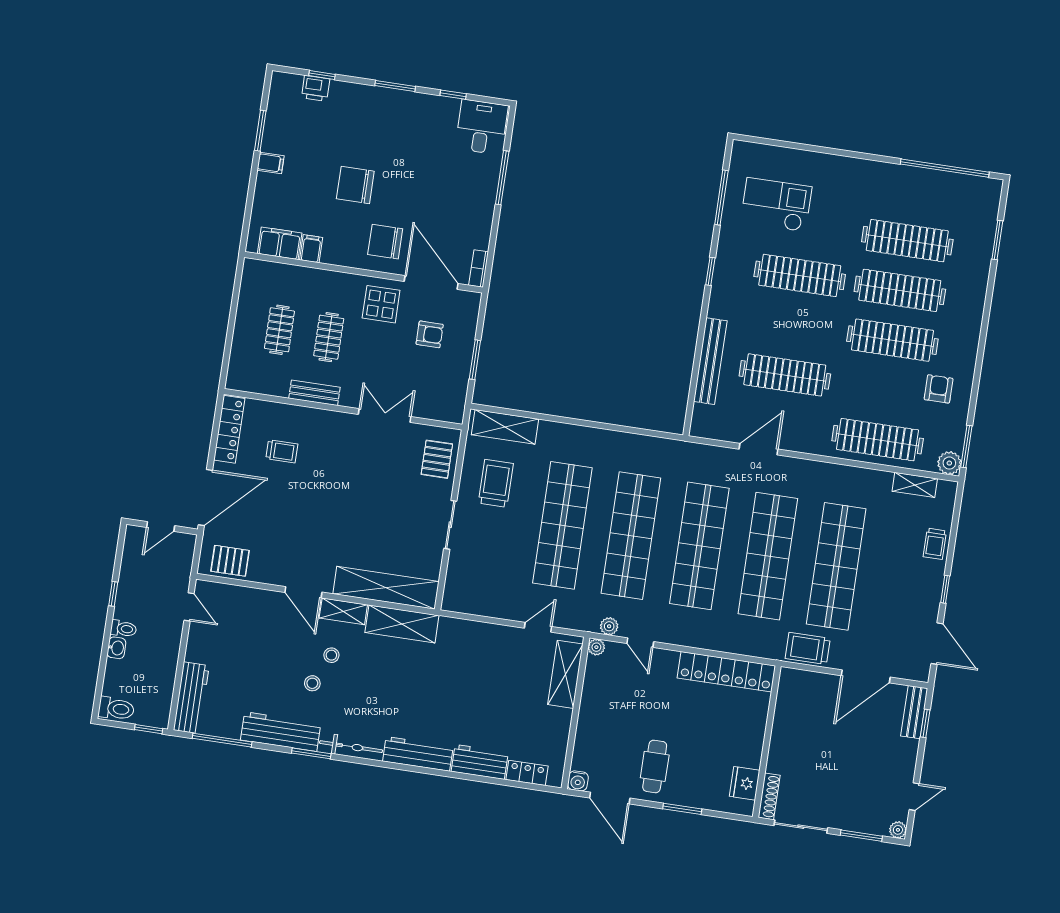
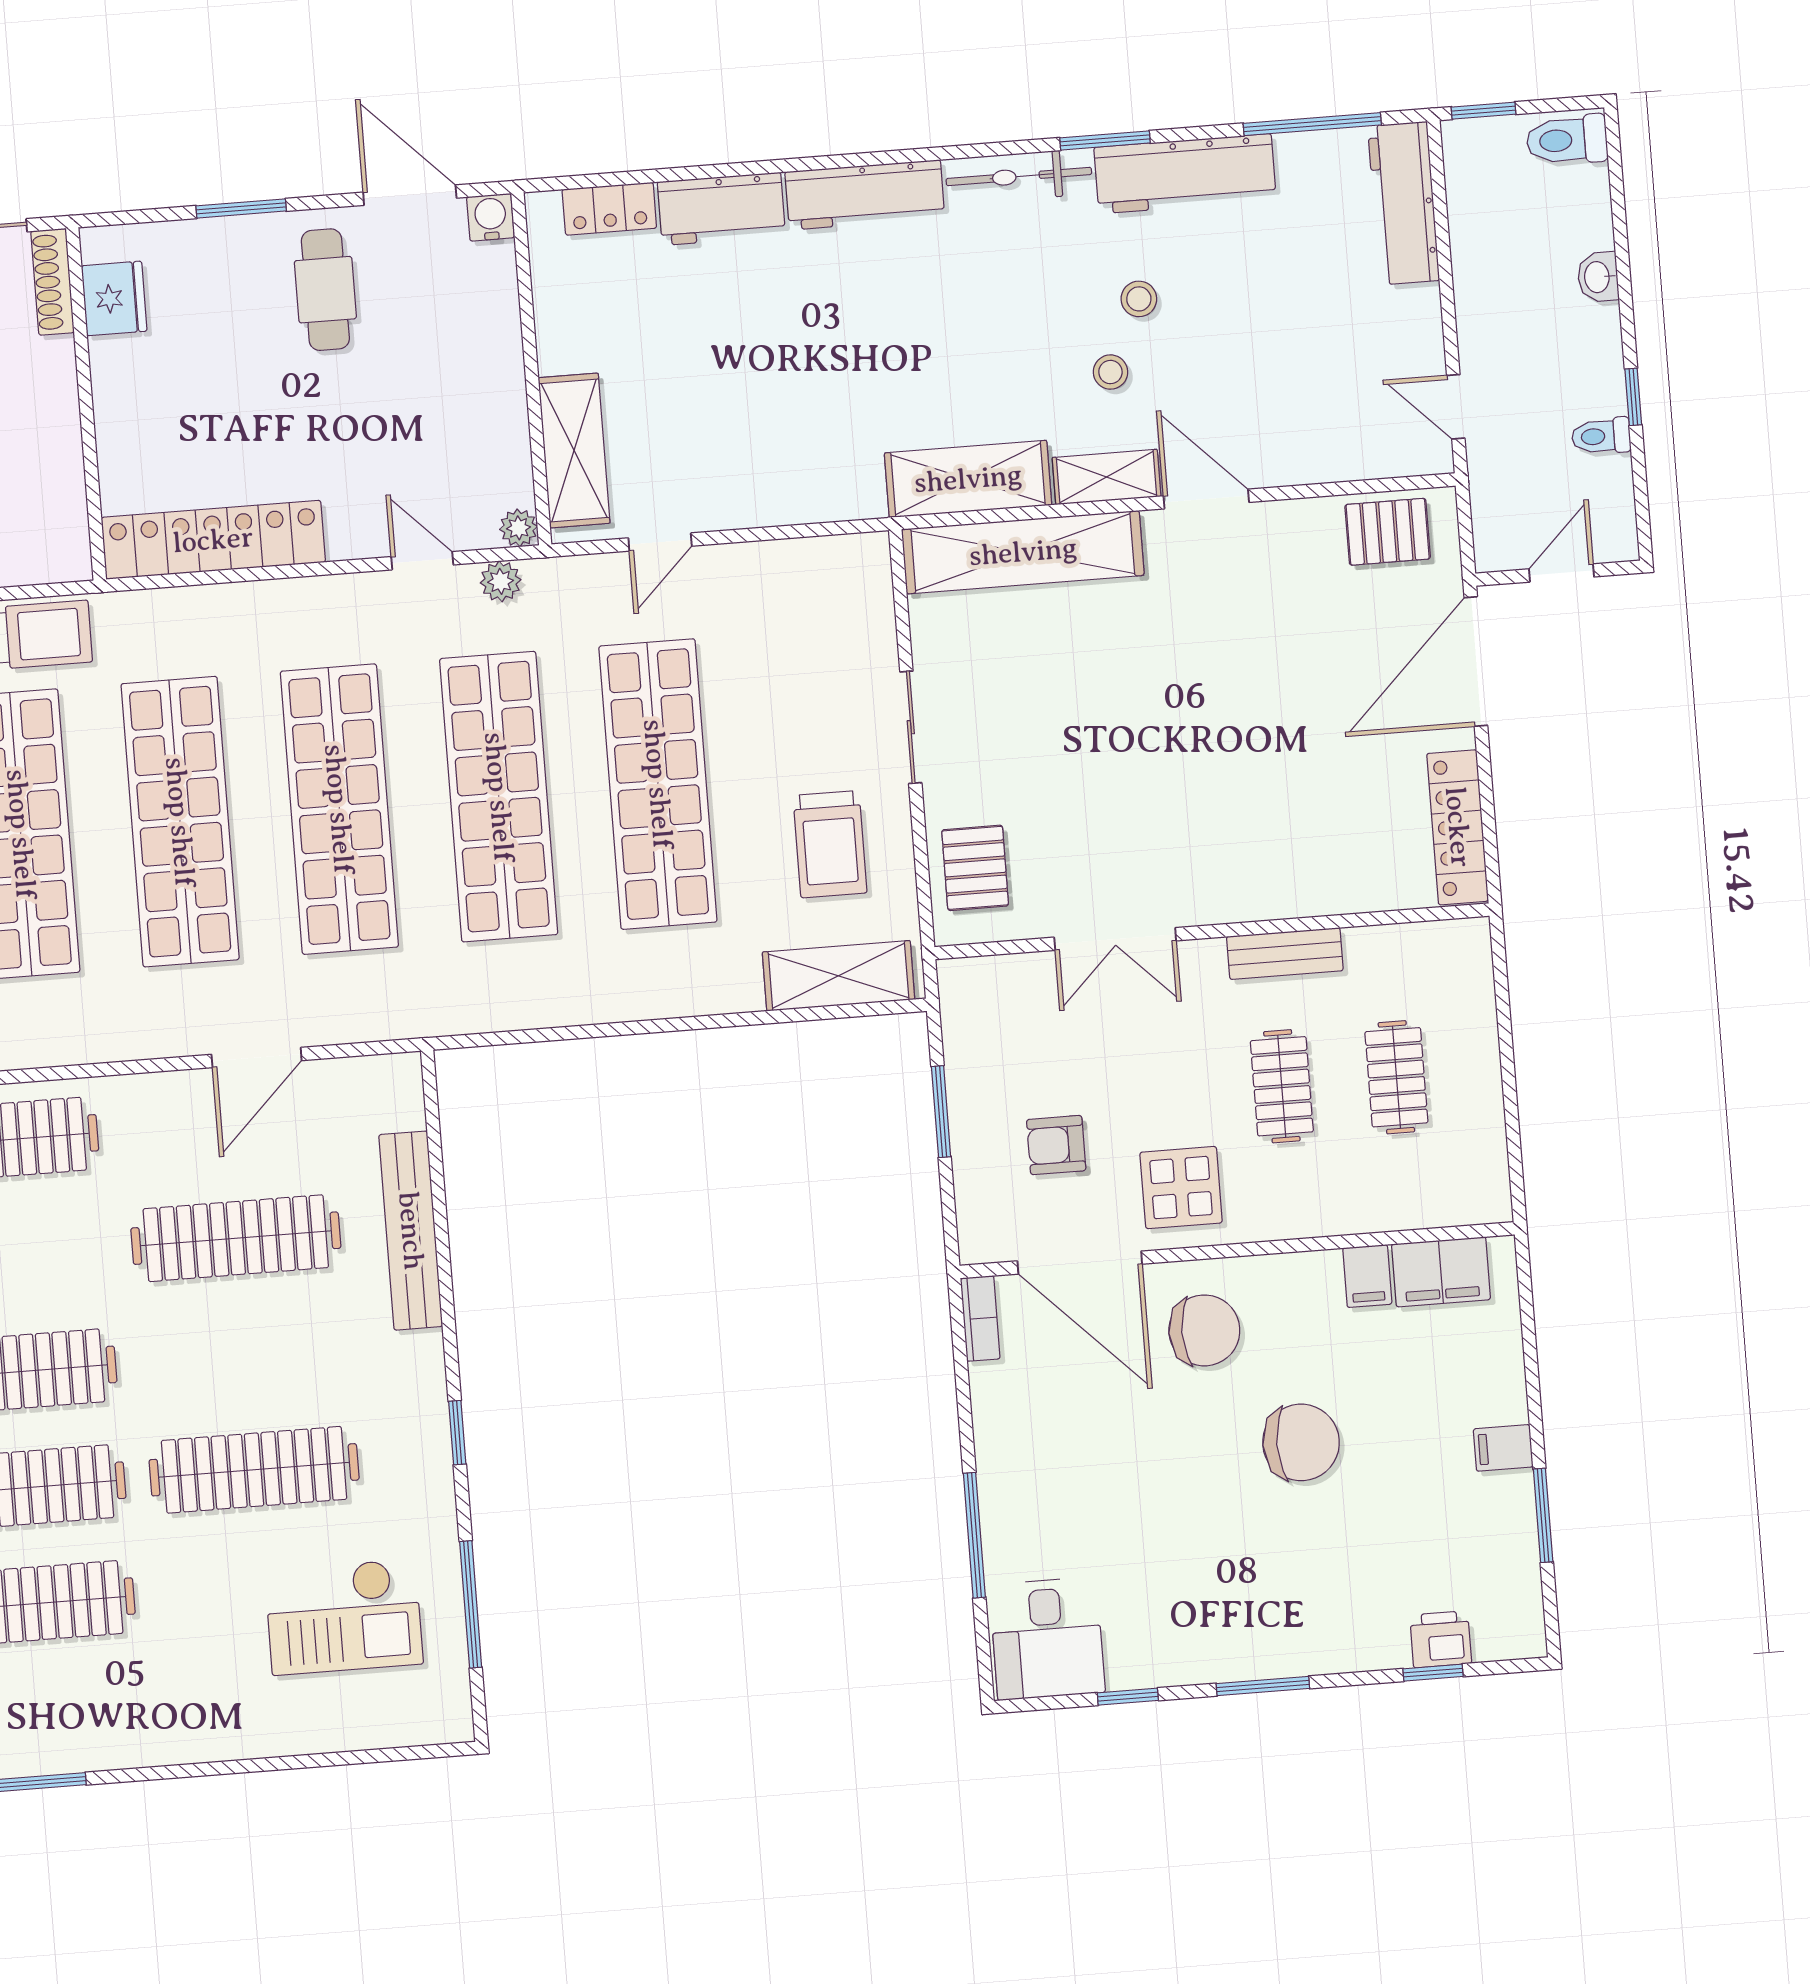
trolley: (282, 451) -> (1328, 805), removed
toilet: (123, 629) -> (1601, 436), moved

